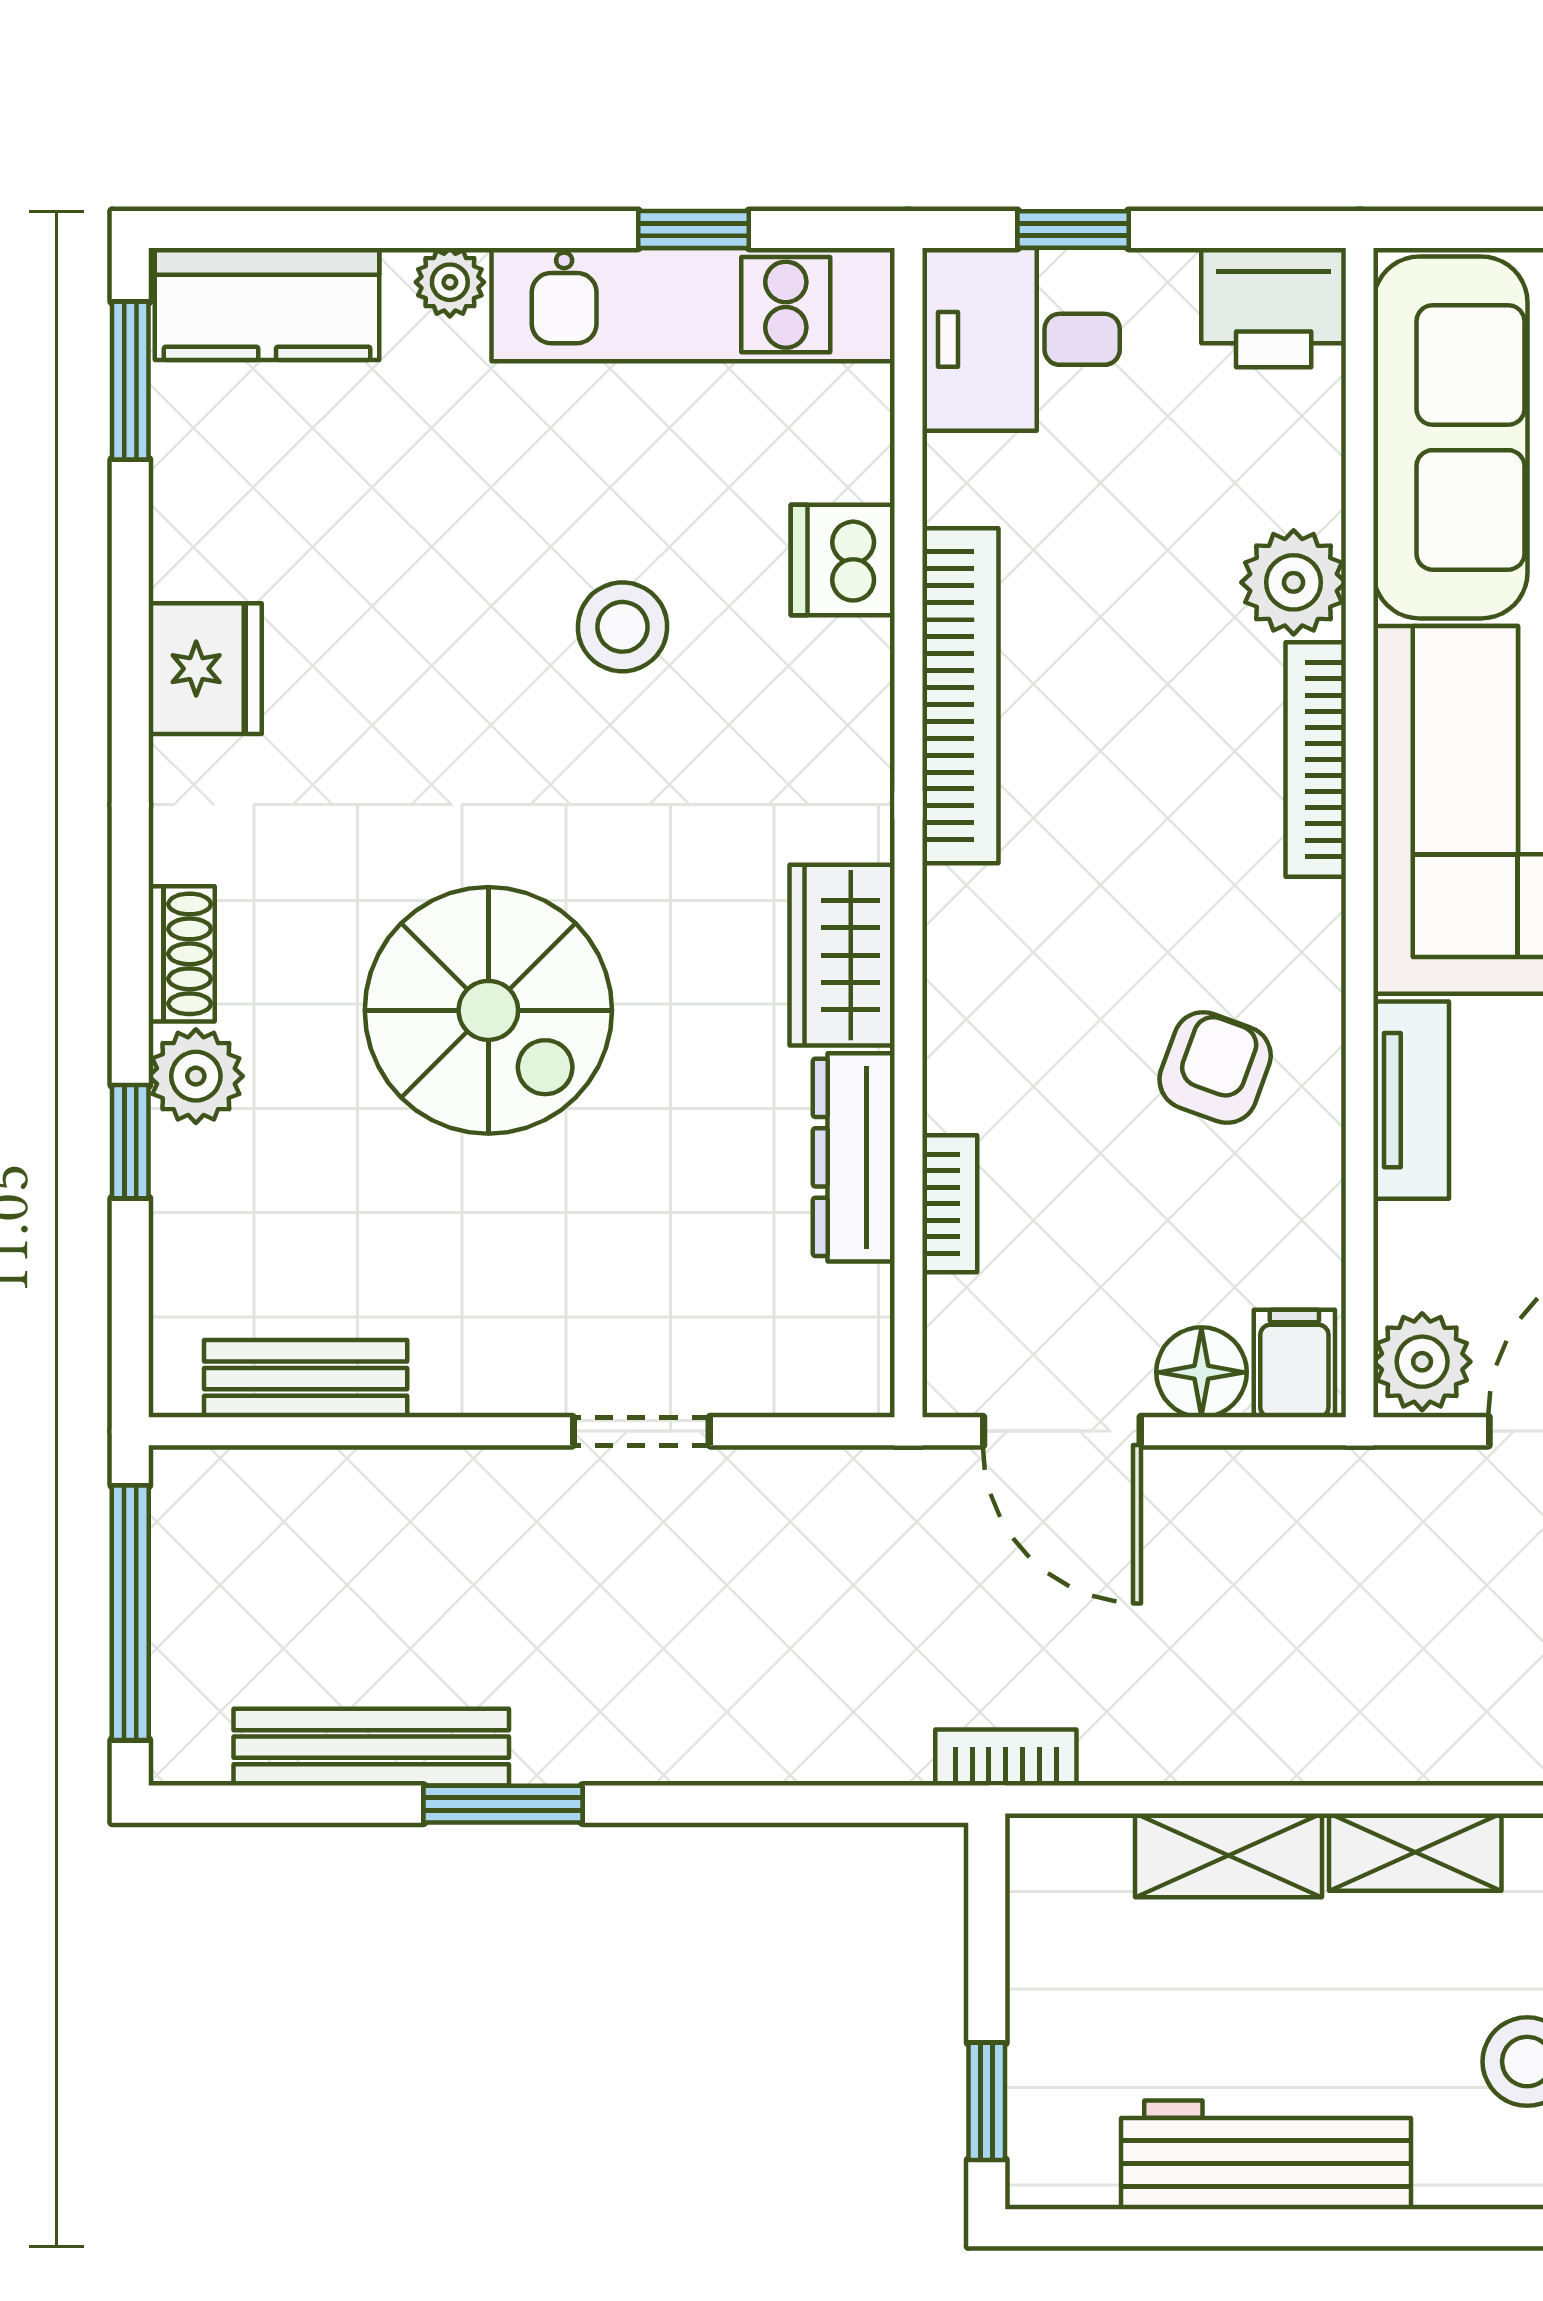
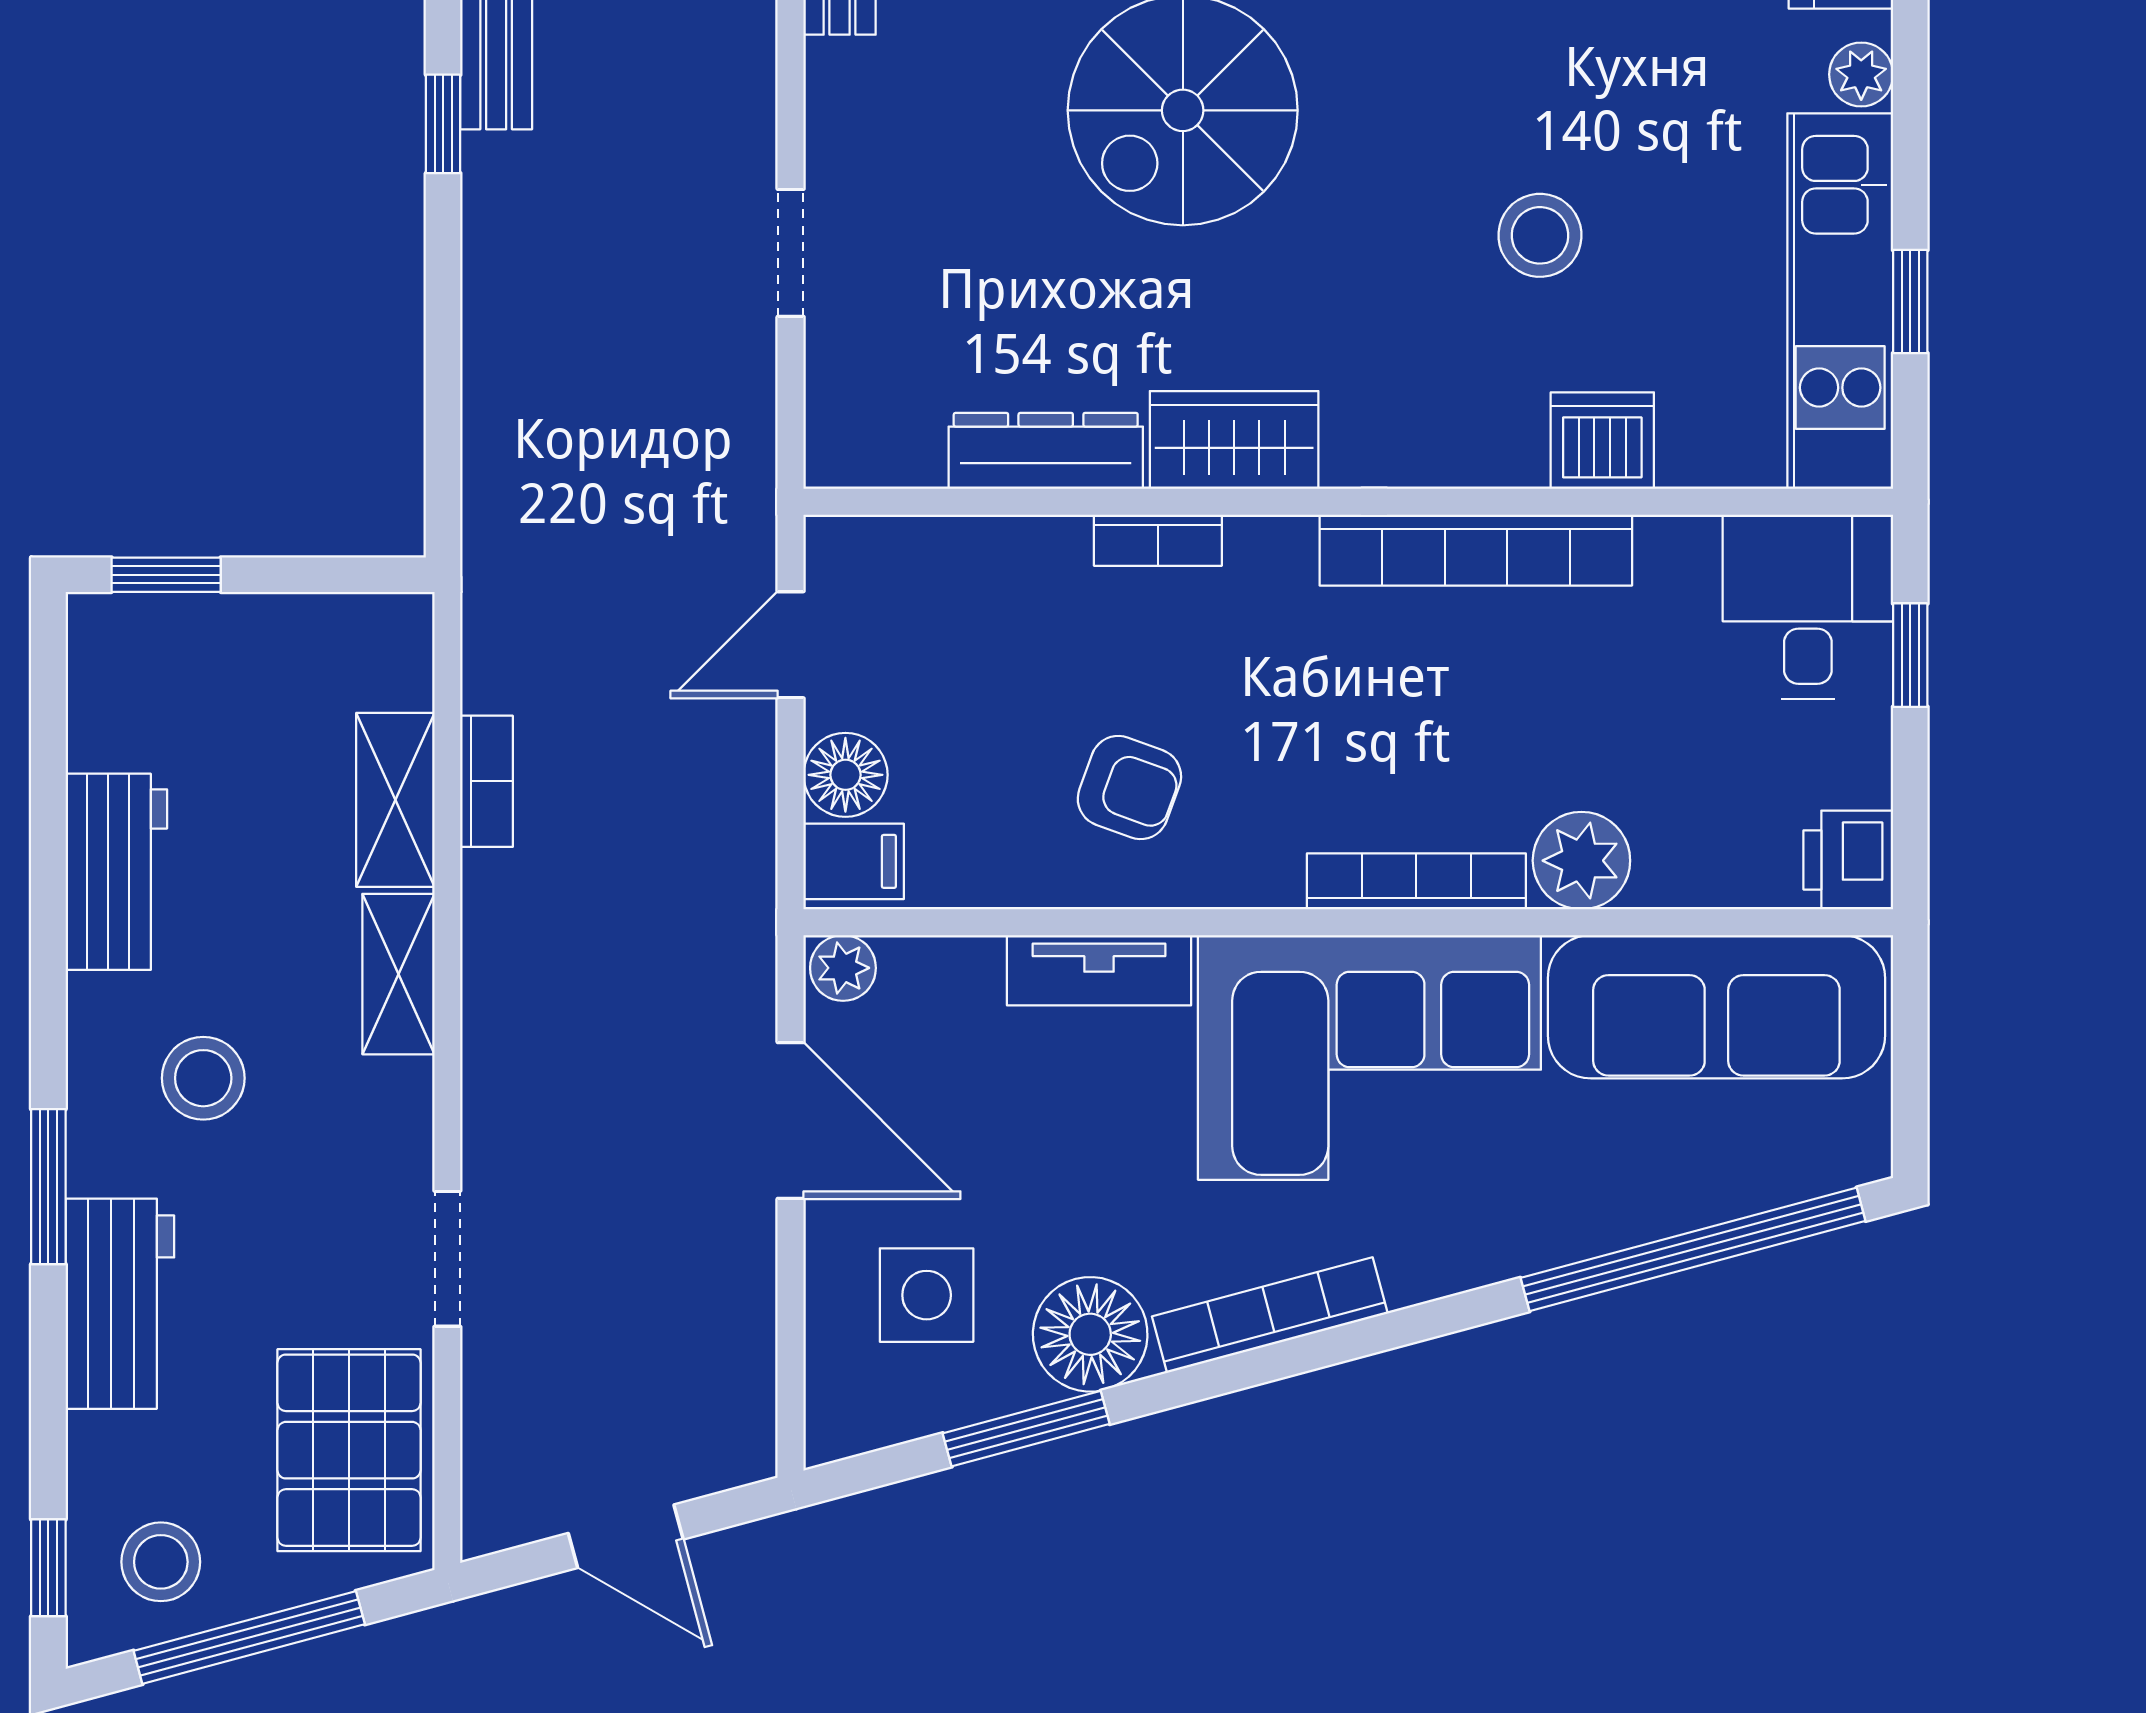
printer: (1274, 308) -> (1848, 860), width x0.73, depth x0.81
bookcase: (950, 1204) -> (1158, 540), moved
plant: (1422, 1362) -> (843, 968), width x0.73, depth x0.73
door: (1062, 1431) -> (791, 645), width x0.73
bookcase: (1006, 1758) -> (487, 781), moved
window: (503, 1804) -> (443, 124), width x0.67
workbench: (1266, 2155) -> (116, 872), width x0.73

